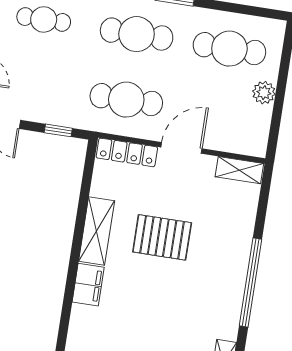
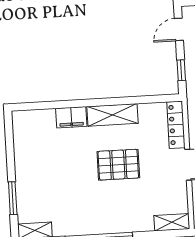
shelving: (239, 170) -> (172, 222), moved, turned 90
pallet: (162, 237) -> (118, 165), turned 90

